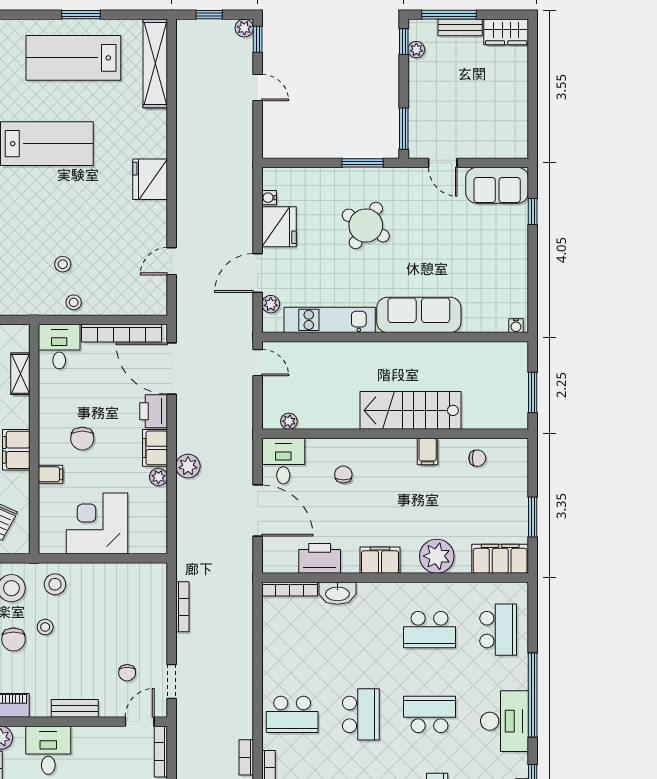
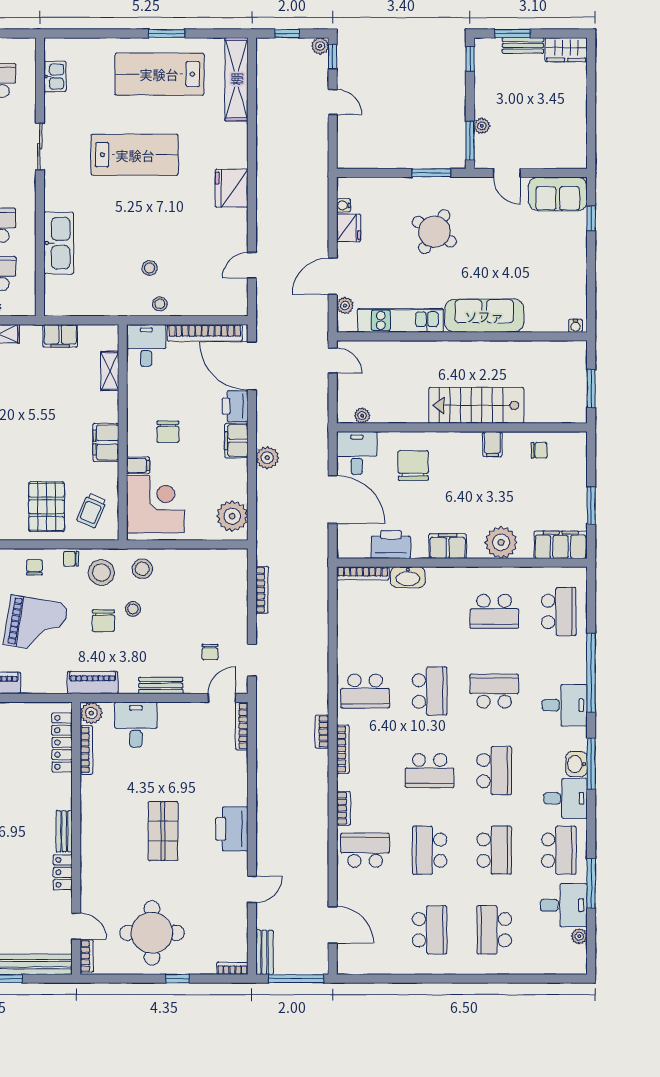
window: (449, 15) -> (513, 34), width x0.69
plant: (416, 50) -> (482, 126), moved
fridge: (279, 227) -> (349, 228), width x0.73, depth x0.75
chair: (343, 474) -> (413, 466), width x1.87, depth x1.87
plant: (158, 477) -> (232, 516), moved, width x1.88, depth x1.88
corner desk: (97, 523) -> (155, 504), moved, turned 90
desk: (504, 721) -> (565, 705), width x0.73

